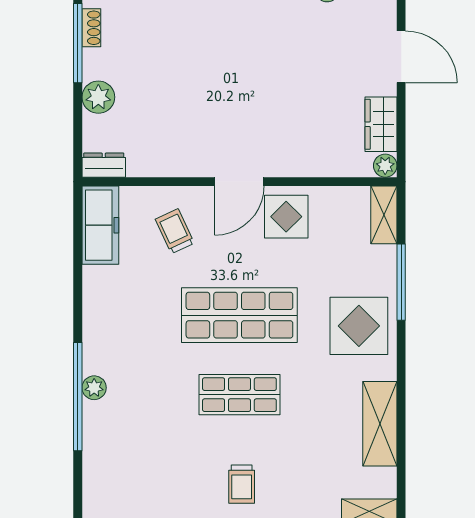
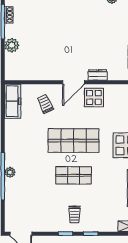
dresser: (104, 165) -> (98, 75), moved

